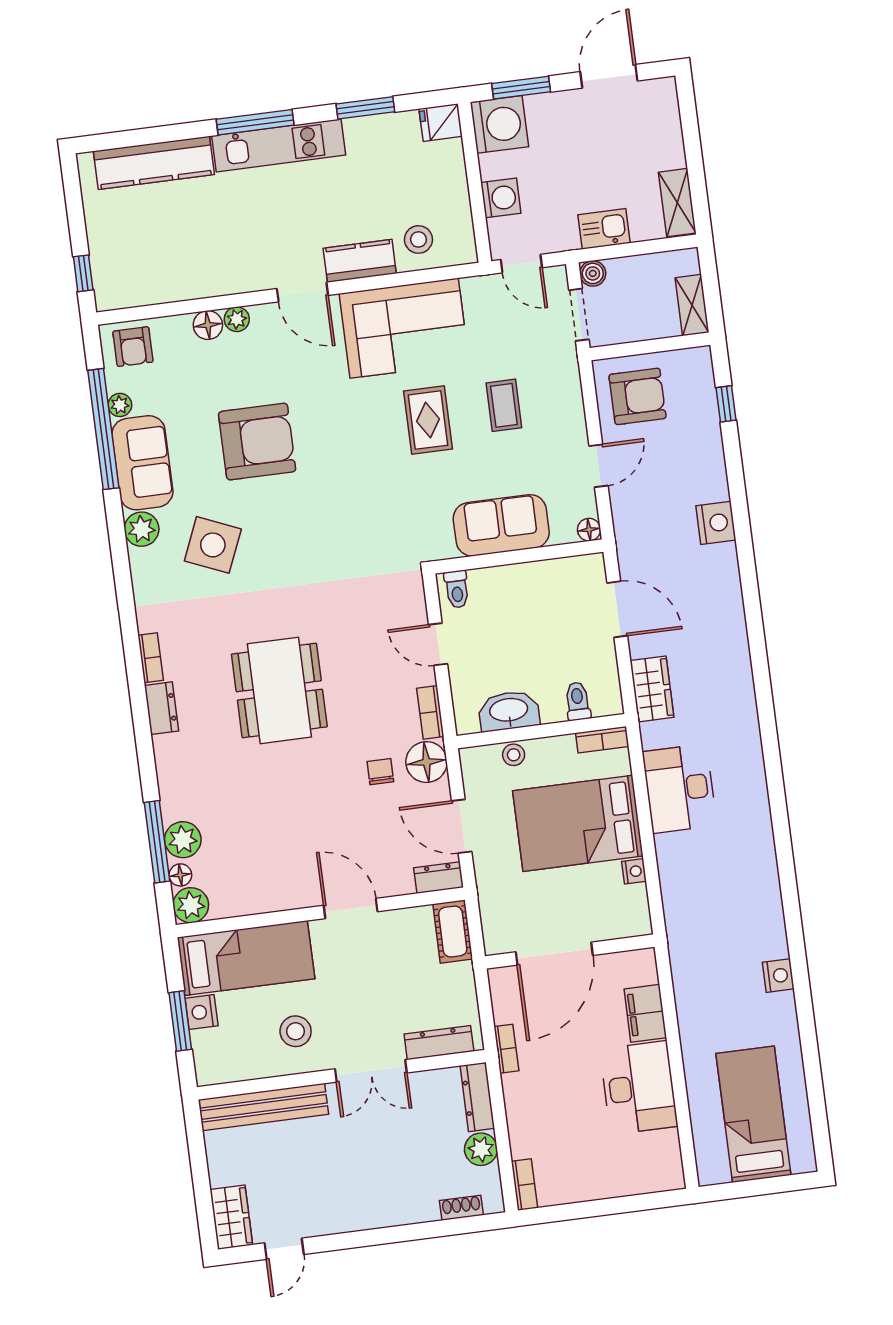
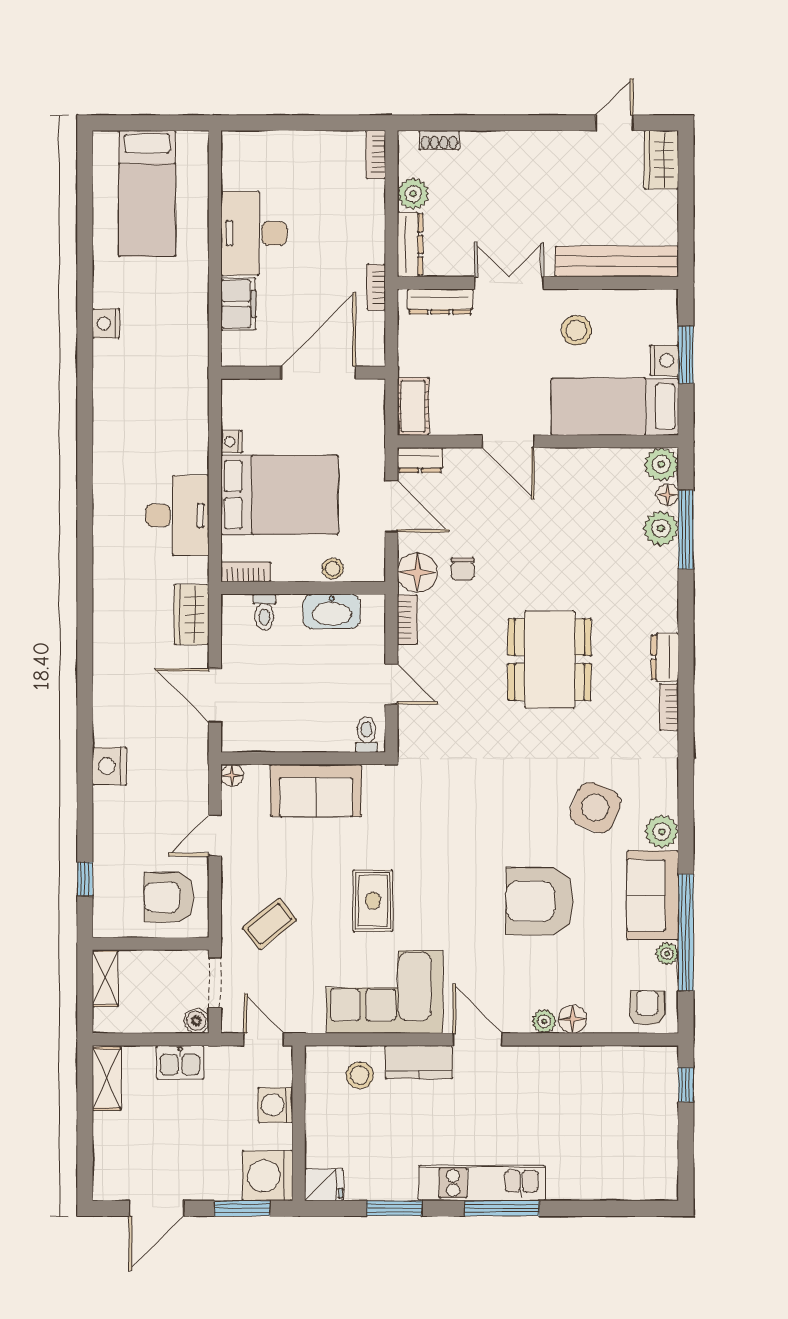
kitchen counter: (154, 163) -> (604, 1182), removed
coffee table: (504, 405) -> (270, 924), moved, turned 51

